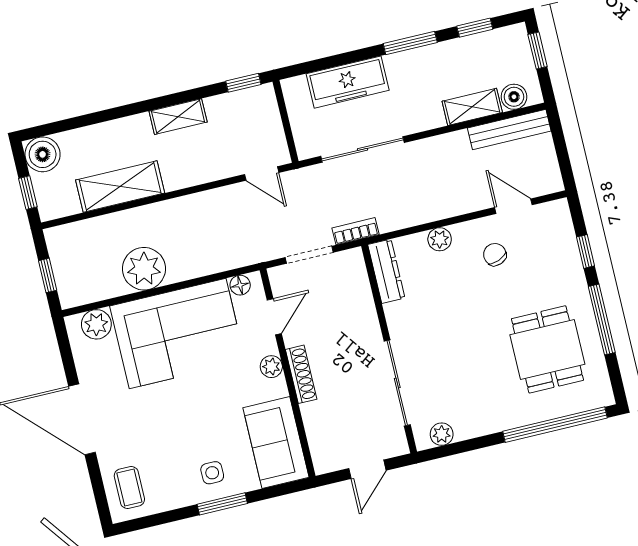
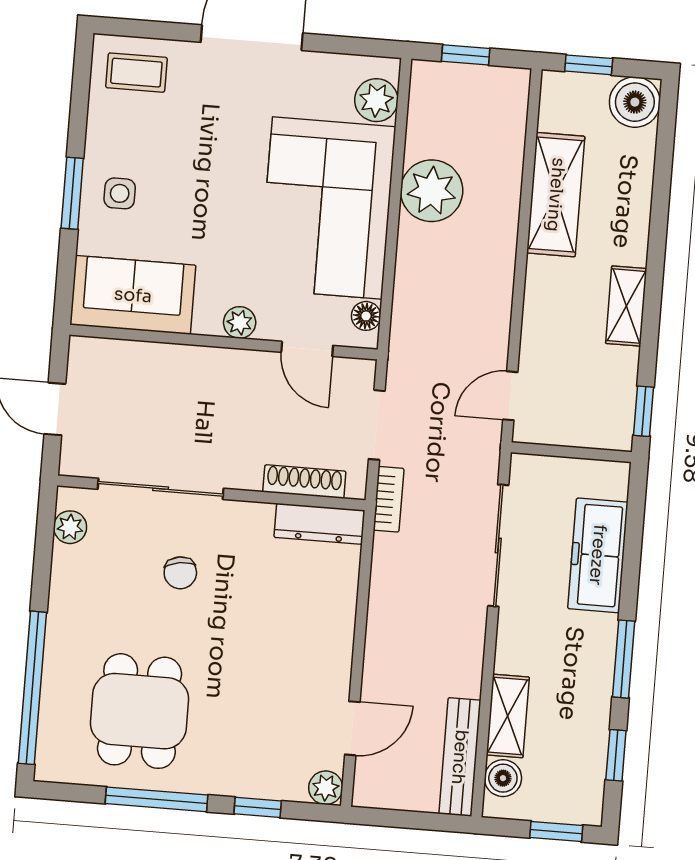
plant: (440, 239) -> (326, 788), moved
chair: (495, 254) -> (180, 573), moved, turned 102
dining table: (547, 349) -> (140, 711), turned 90
shoe rack: (301, 374) -> (304, 482), moved, turned 180

